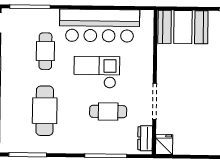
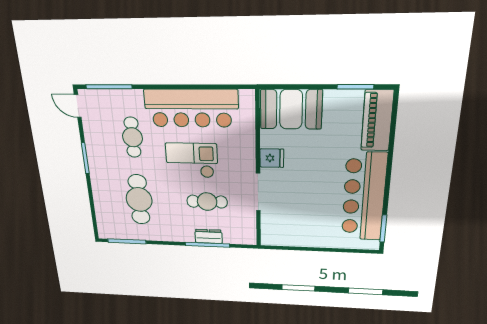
dresser: (145, 138) -> (209, 236), moved, turned 90
fridge: (164, 145) -> (272, 158), moved, turned 90

